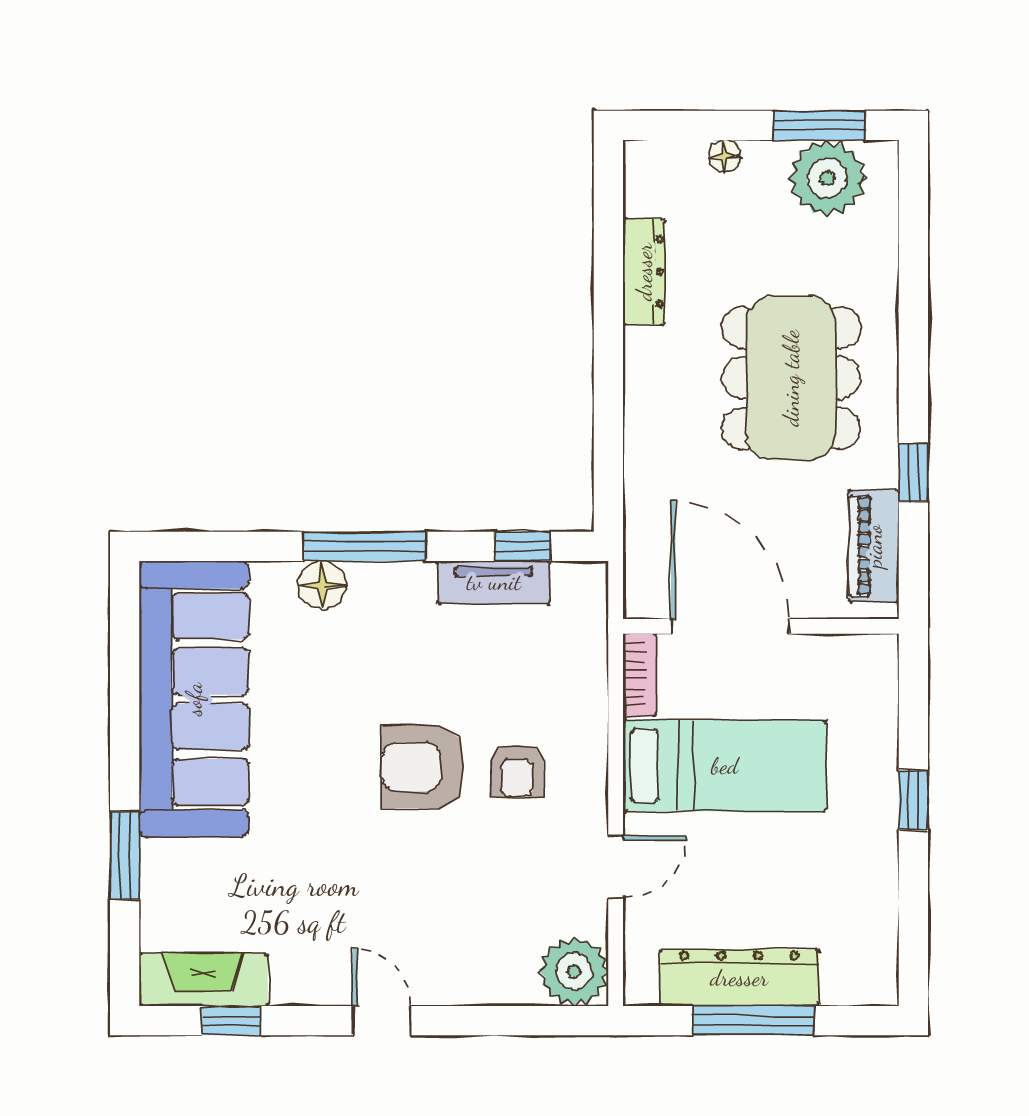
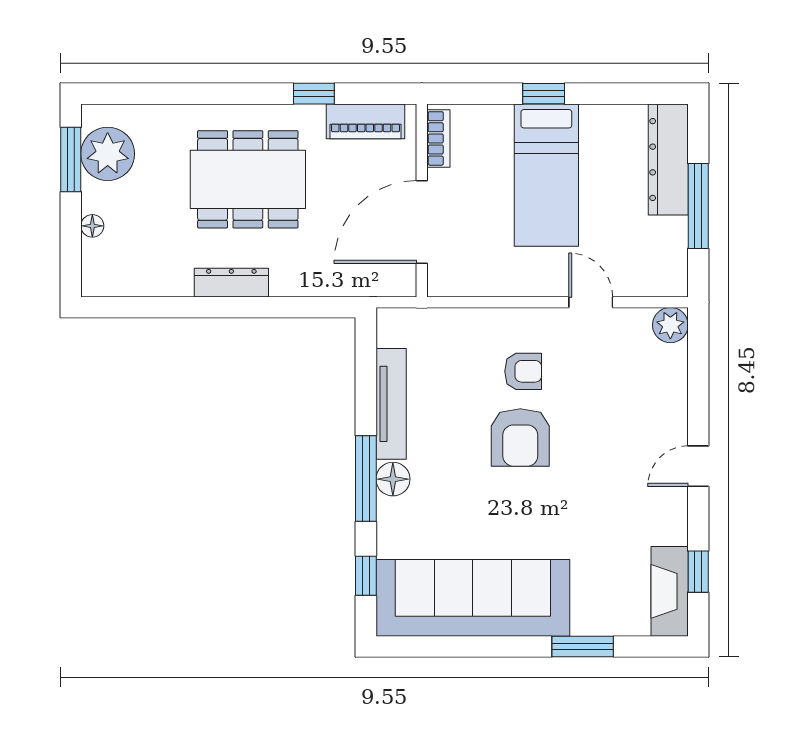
dresser: (644, 272) -> (231, 283), moved
window: (523, 546) -> (366, 576), moved
tv unit: (494, 582) -> (391, 404), width x1.41
floor lamp: (322, 585) -> (393, 479), moved
bookcase: (639, 675) -> (438, 138), moved, turned 90
bed: (725, 766) -> (546, 175), moved, turned 180
plant: (574, 972) -> (670, 325), width x0.73, depth x0.73
dresser: (739, 978) -> (668, 159), moved

